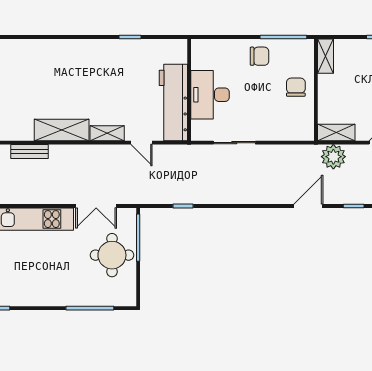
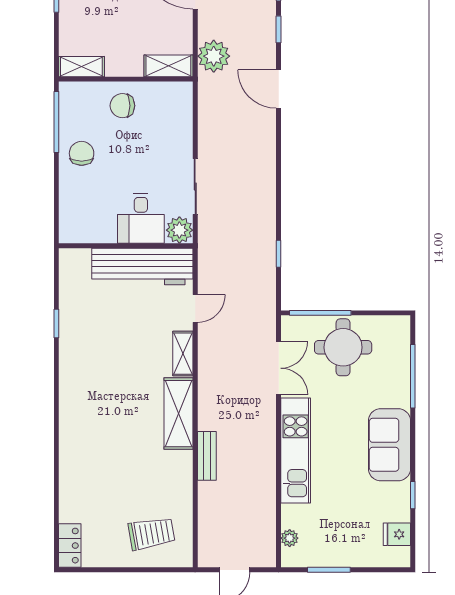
desk: (210, 95) -> (141, 218), width x0.73
plant: (201, 131) -> (179, 230), added
shelving: (336, 132) -> (168, 66), moved, turned 90
sofa: (38, 290) -> (389, 445), added

